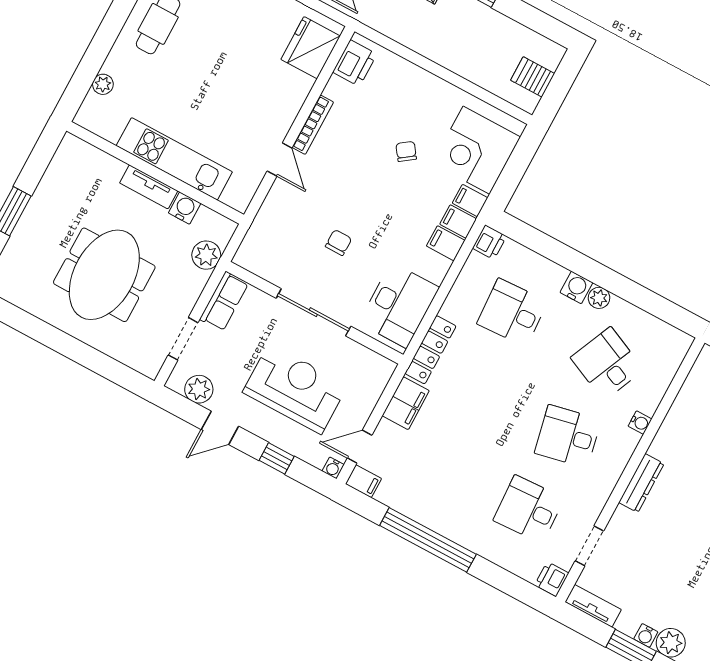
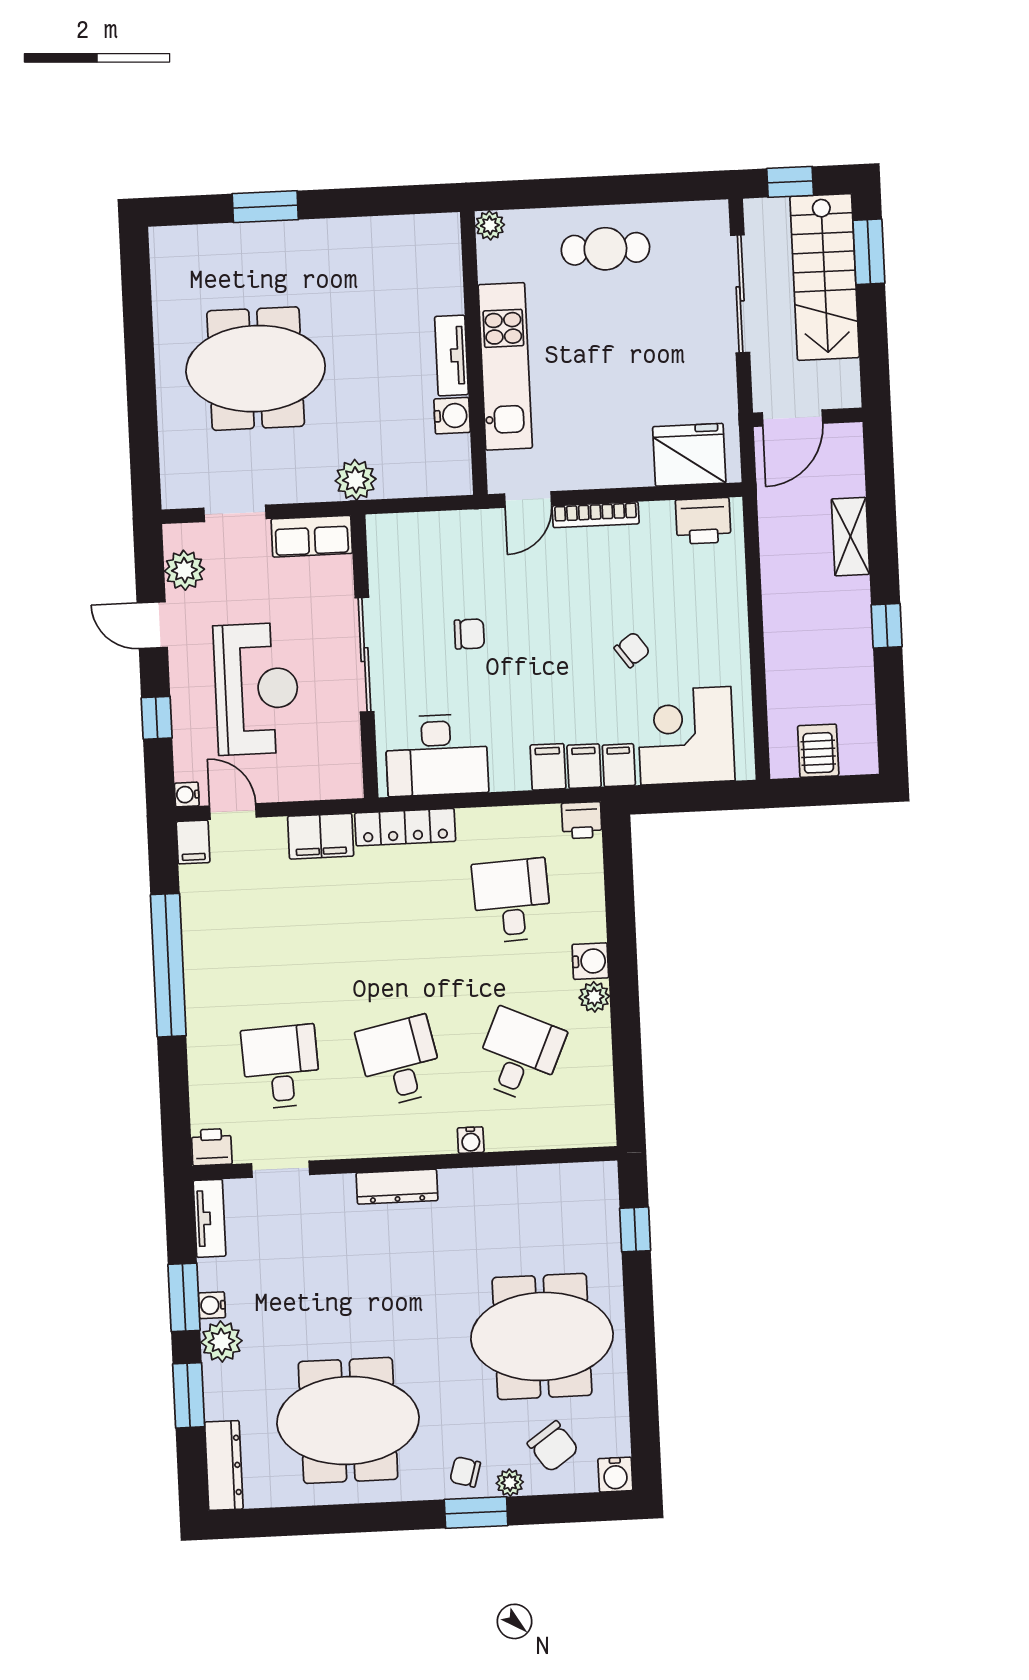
kitchen unit: (174, 159) -> (505, 366), moved
wall: (155, 173) -> (474, 353), moved
tv unit: (149, 187) -> (452, 356), moved
water cooler: (185, 208) -> (452, 416), moved

